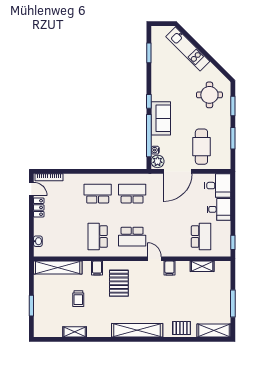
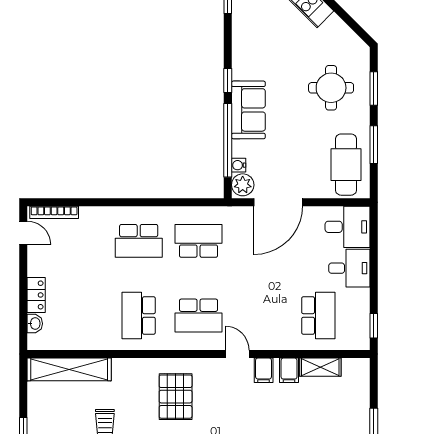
round table: (209, 95) -> (331, 88), moved
cafe table: (201, 147) -> (346, 165), moved
school desk: (98, 194) -> (139, 241), turned 180
locker: (39, 207) -> (36, 295), moved
filing cabinet: (97, 268) -> (289, 370), moved

